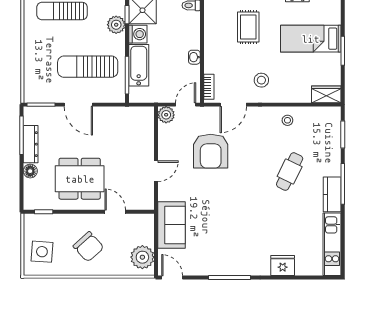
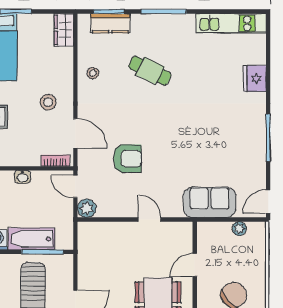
armchair: (211, 151) -> (127, 159), width x0.73, depth x0.73
kitchen counter: (332, 194) -> (110, 23), moved
plant: (142, 257) -> (239, 229), width x0.53, depth x0.53

